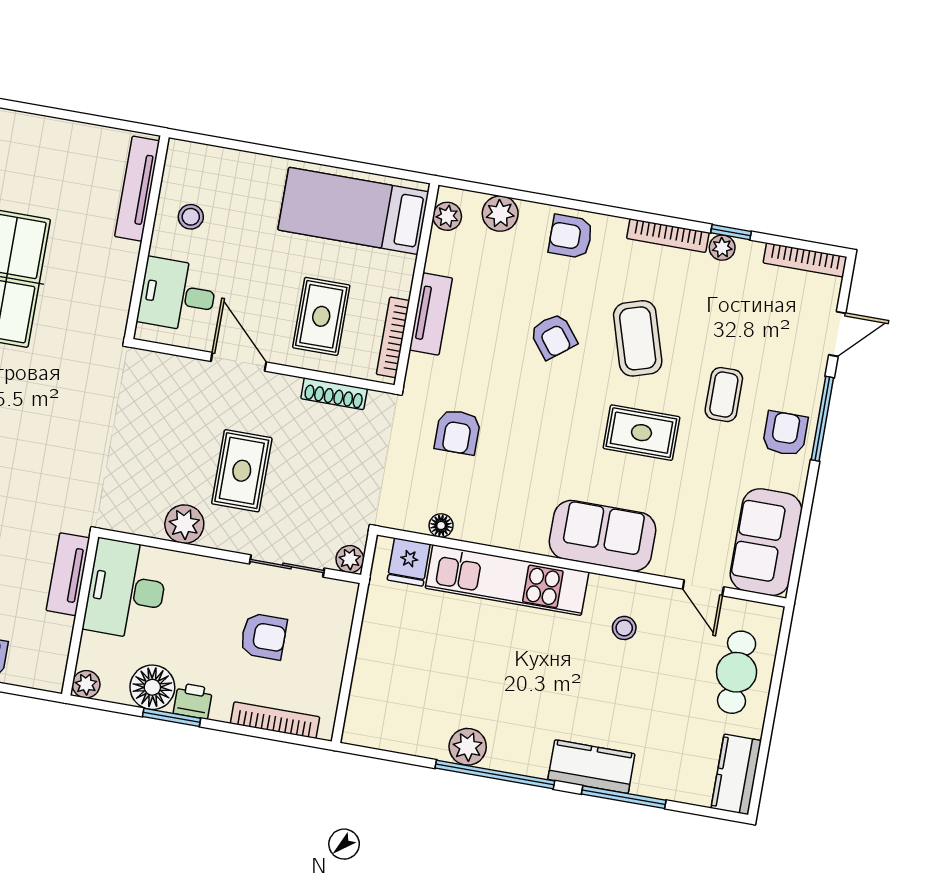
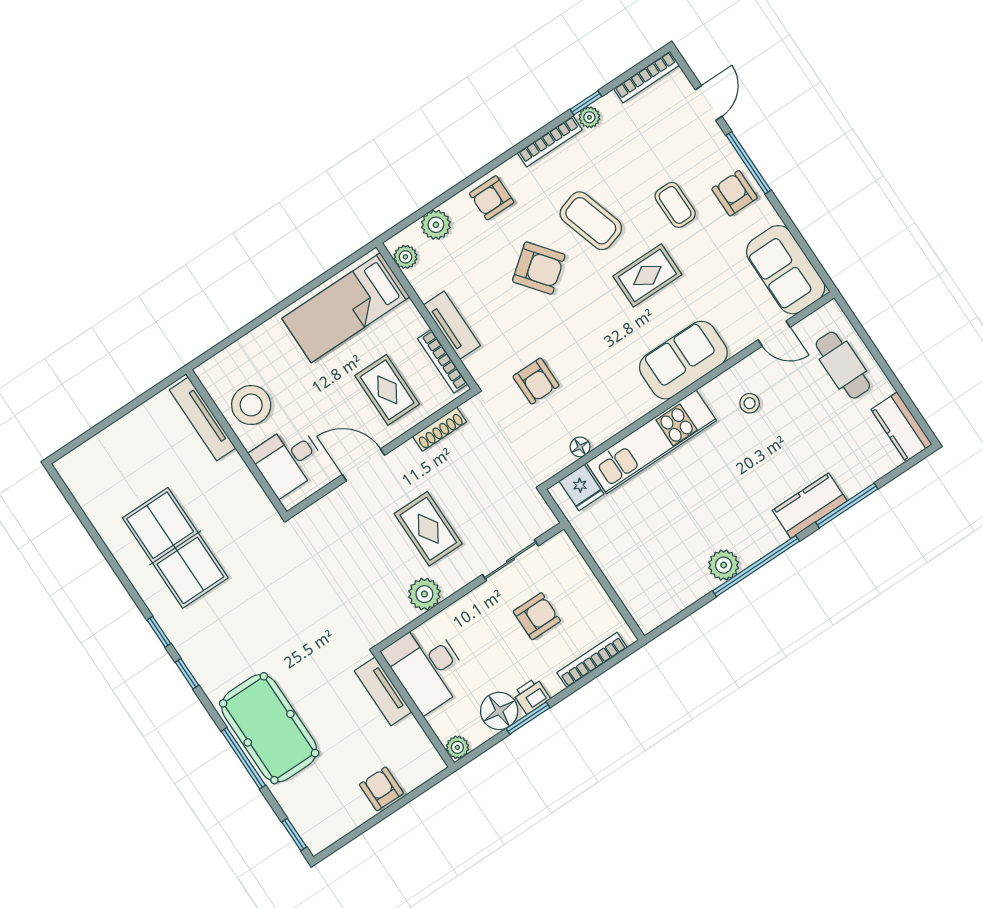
stool: (191, 217) -> (251, 405), width x1.89, depth x1.89
armchair: (553, 336) -> (539, 268), width x1.38, depth x1.38
plant: (350, 559) -> (544, 520), removed

